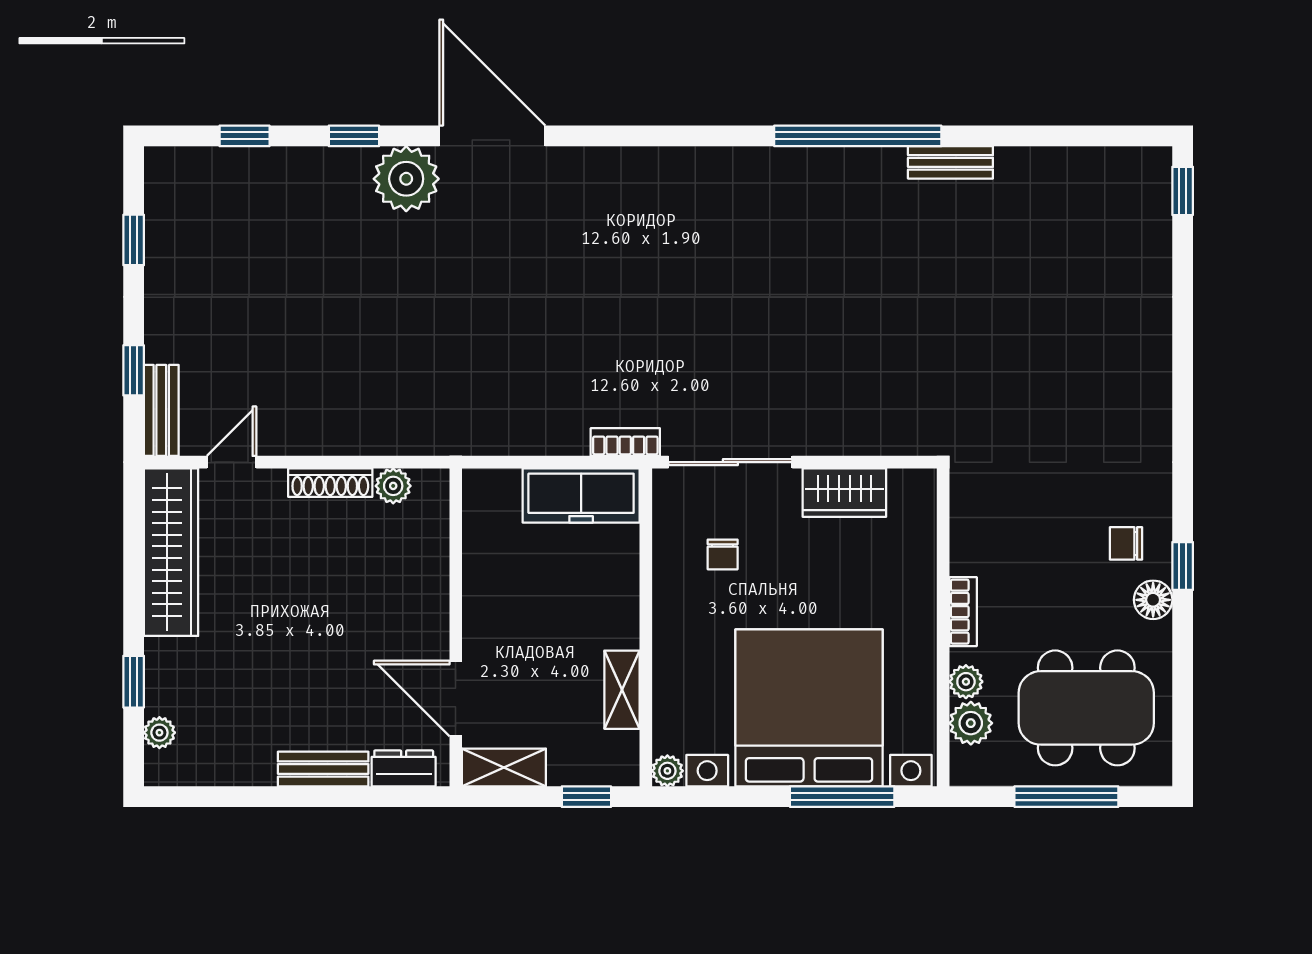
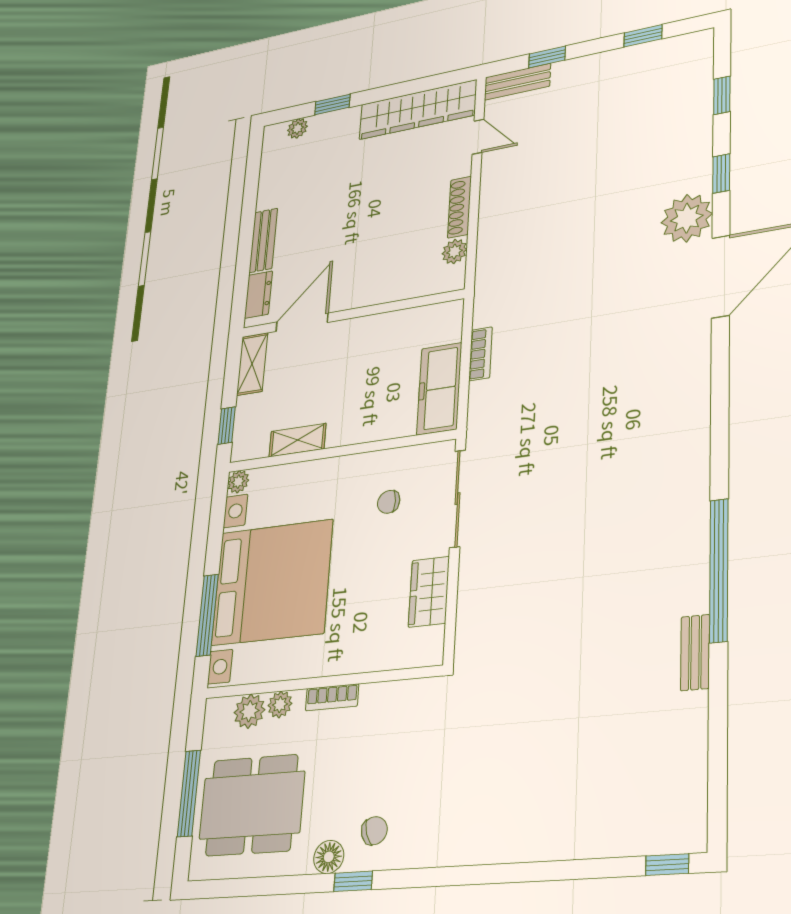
bookcase: (625, 442) -> (480, 354), moved
chair: (1126, 543) -> (374, 831), turned 73
dining table: (1086, 708) -> (252, 805), turned 90

